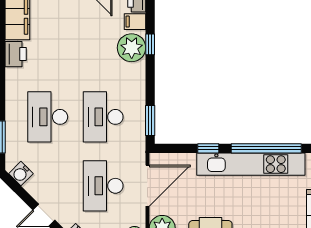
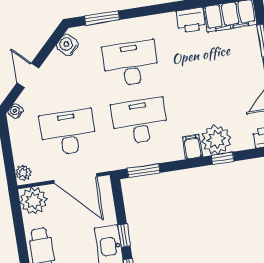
filing cabinet: (135, 22) -> (192, 147), moved

